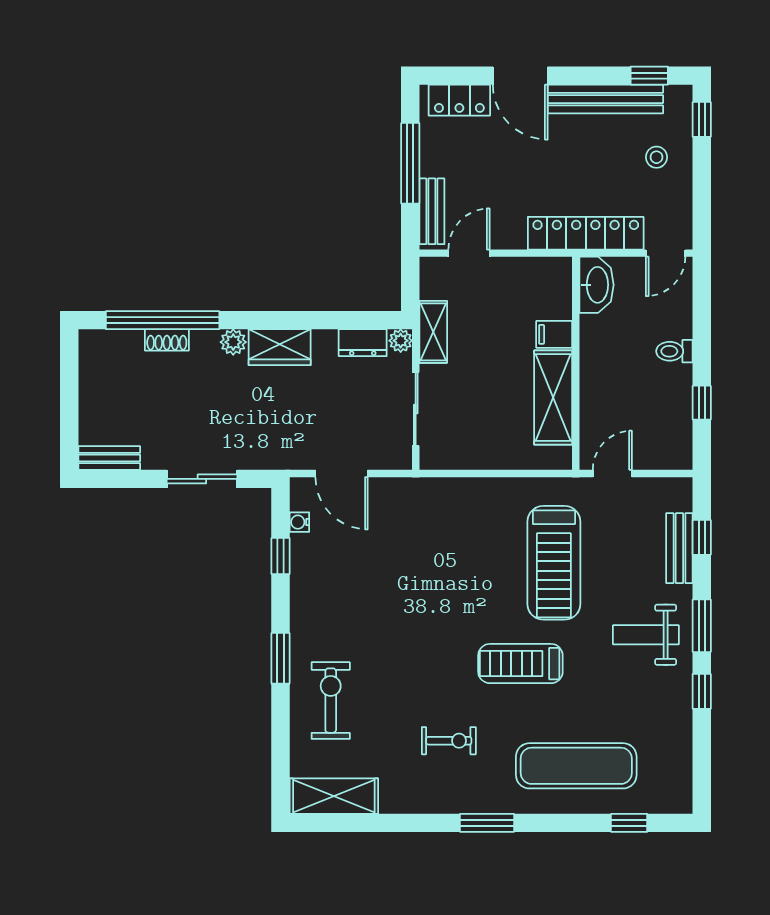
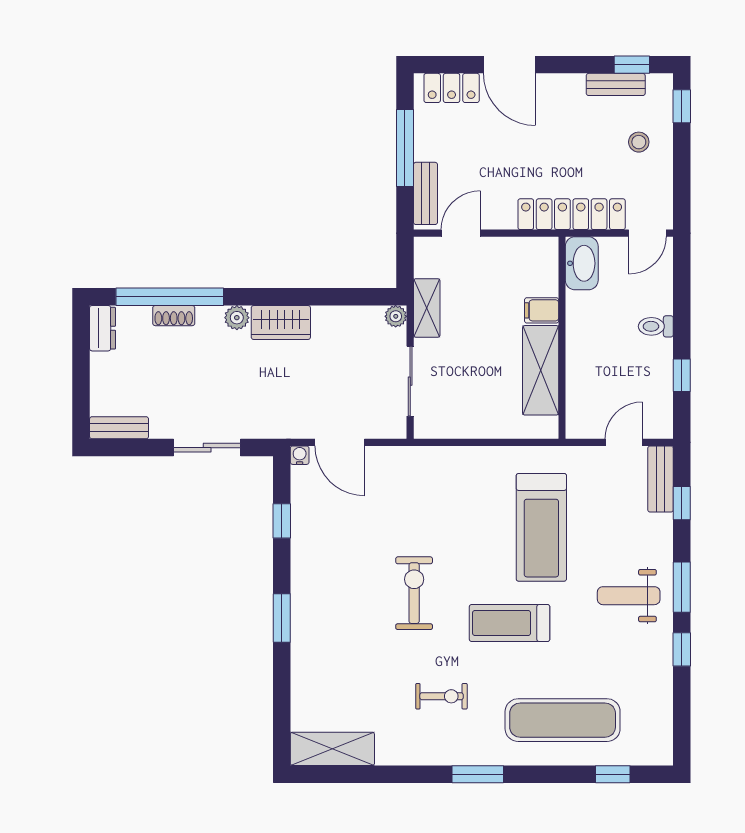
bench: (605, 99) -> (616, 84), width x0.54, depth x0.82
dresser: (363, 343) -> (102, 328), moved, turned -90
door: (612, 473) -> (624, 442), moved
water cooler: (299, 522) -> (300, 455), moved, turned 90
bench: (679, 548) -> (661, 479), moved
exercise bike: (331, 701) -> (414, 593), moved

